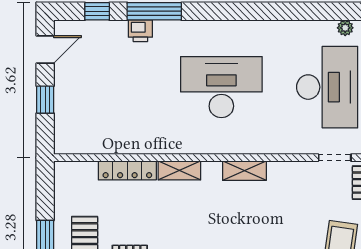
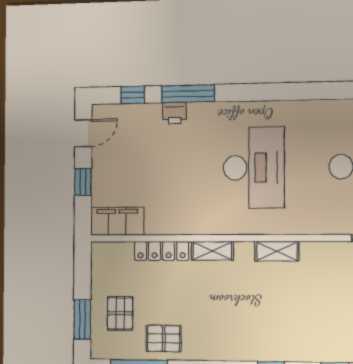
desk: (221, 87) -> (254, 168), turned 90
filing cabinet: (81, 140) -> (117, 221), added

